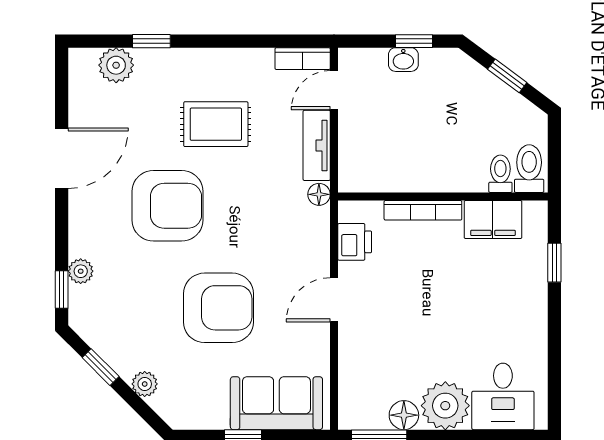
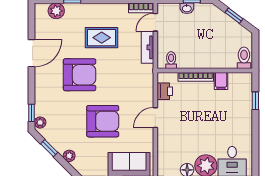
toilet: (500, 174) -> (171, 60), moved
floor lamp: (319, 194) -> (148, 70), removed
filing cabinet: (493, 219) -> (221, 81), width x0.50
plant: (81, 271) -> (40, 122), moved

